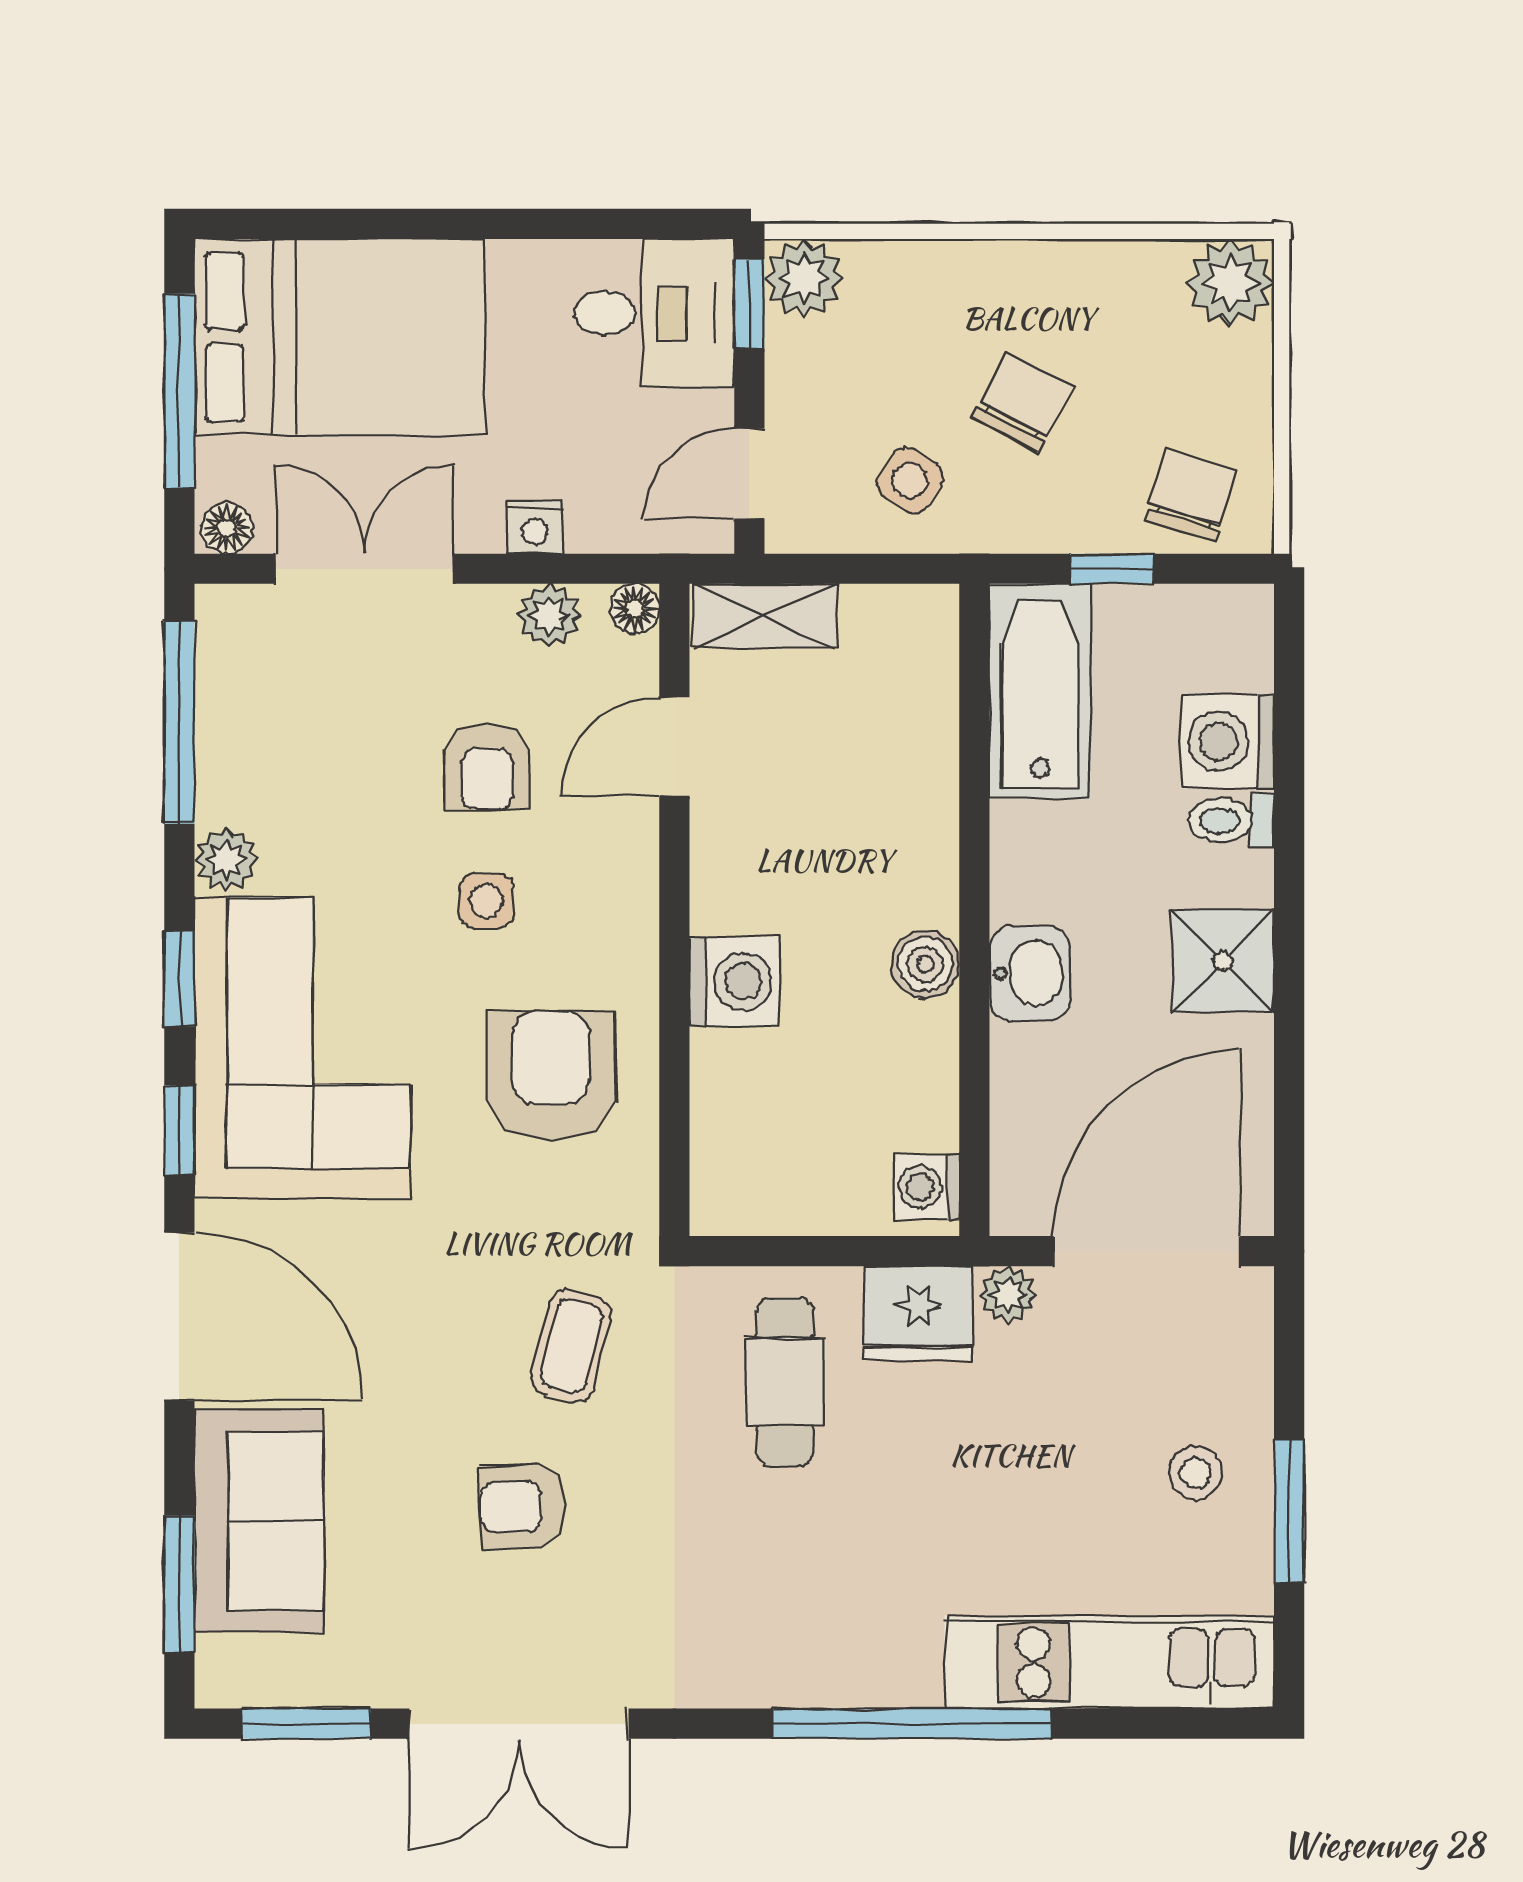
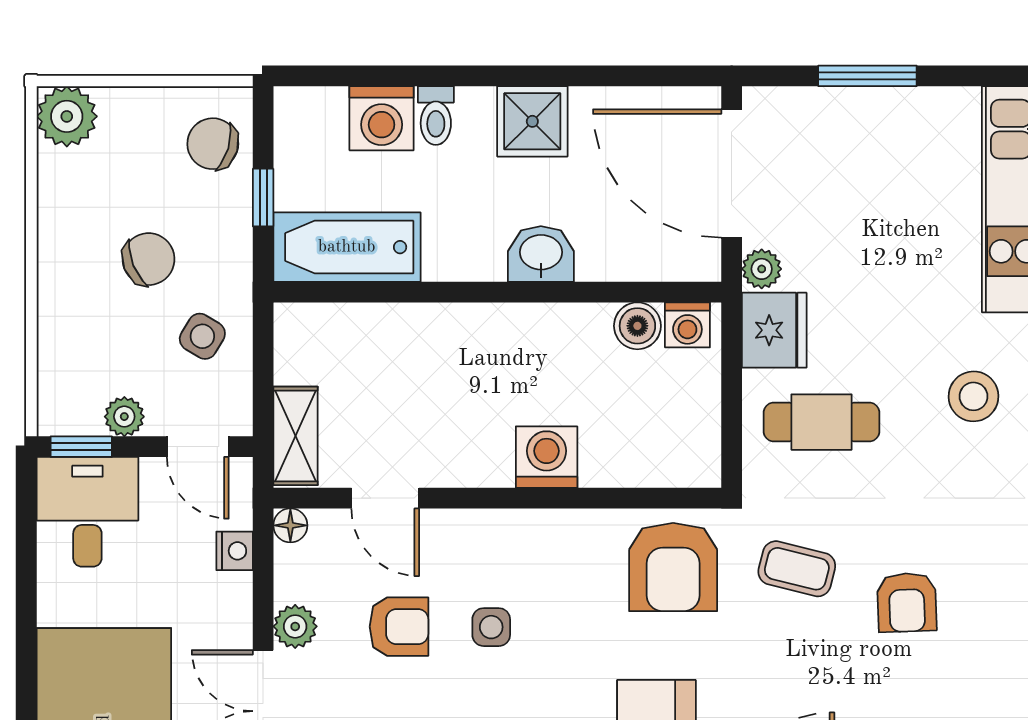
plant: (804, 278) -> (124, 417), moved, width x0.73, depth x0.73
chair: (1022, 402) -> (148, 259), turned 130
nightstand: (535, 527) -> (235, 551), moved
plant: (549, 615) -> (295, 626), moved
boiler: (925, 964) -> (637, 326), moved
armchair: (551, 1076) -> (673, 567), moved, turned -90
stool: (1196, 1473) -> (973, 396), moved, width x1.37, depth x1.37
window: (1289, 1511) -> (867, 76), moved

